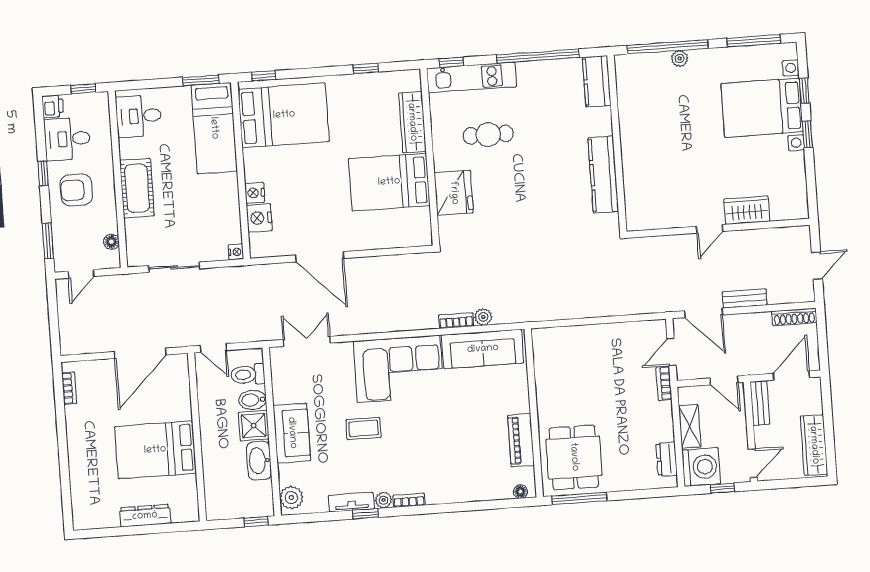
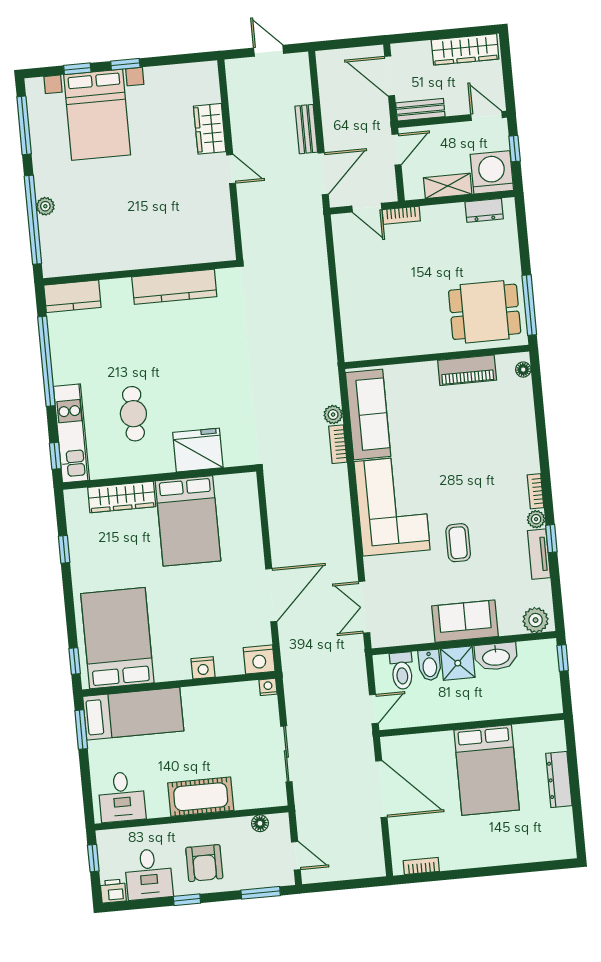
nightstand: (259, 218) -> (259, 660), moved
shoe rack: (794, 317) -> (325, 74), removed

